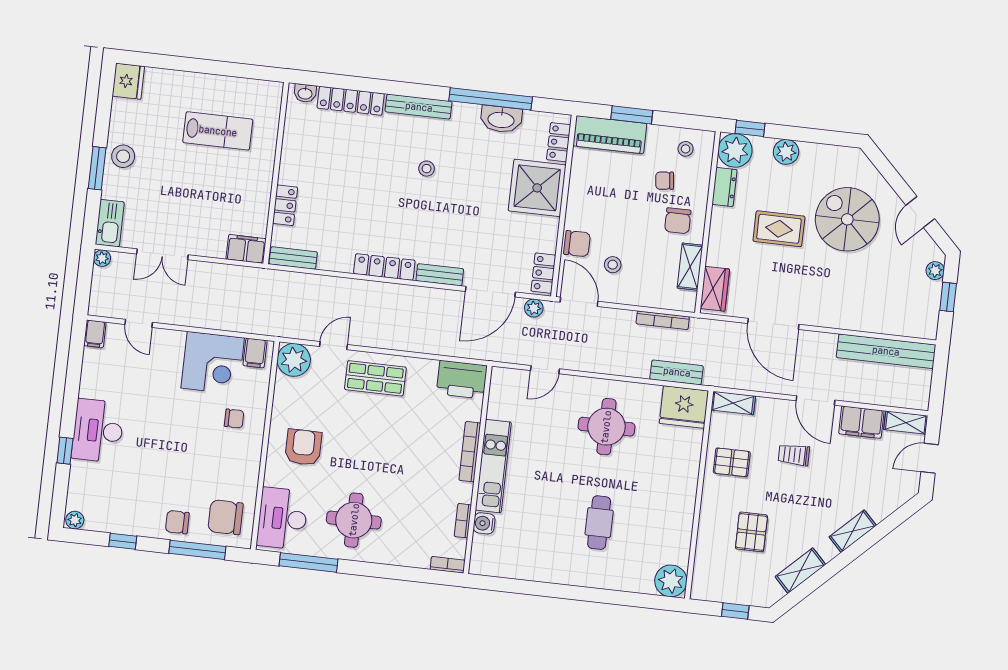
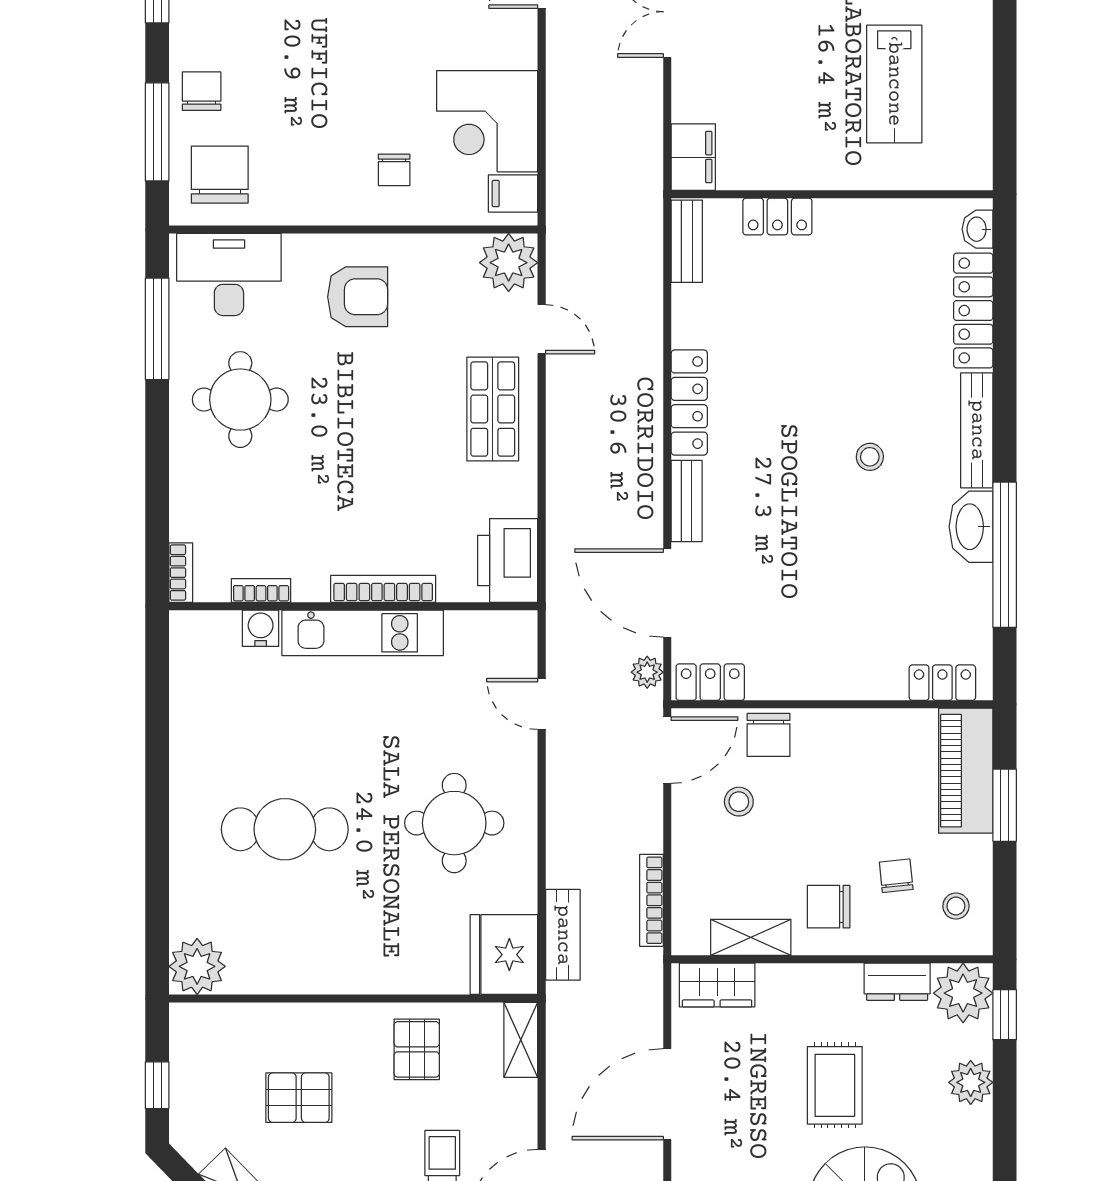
washbasin: (501, 119) -> (971, 527), moved
shower: (537, 188) -> (858, 654), removed
cafe table: (599, 523) -> (285, 829), width x1.37, depth x1.35

